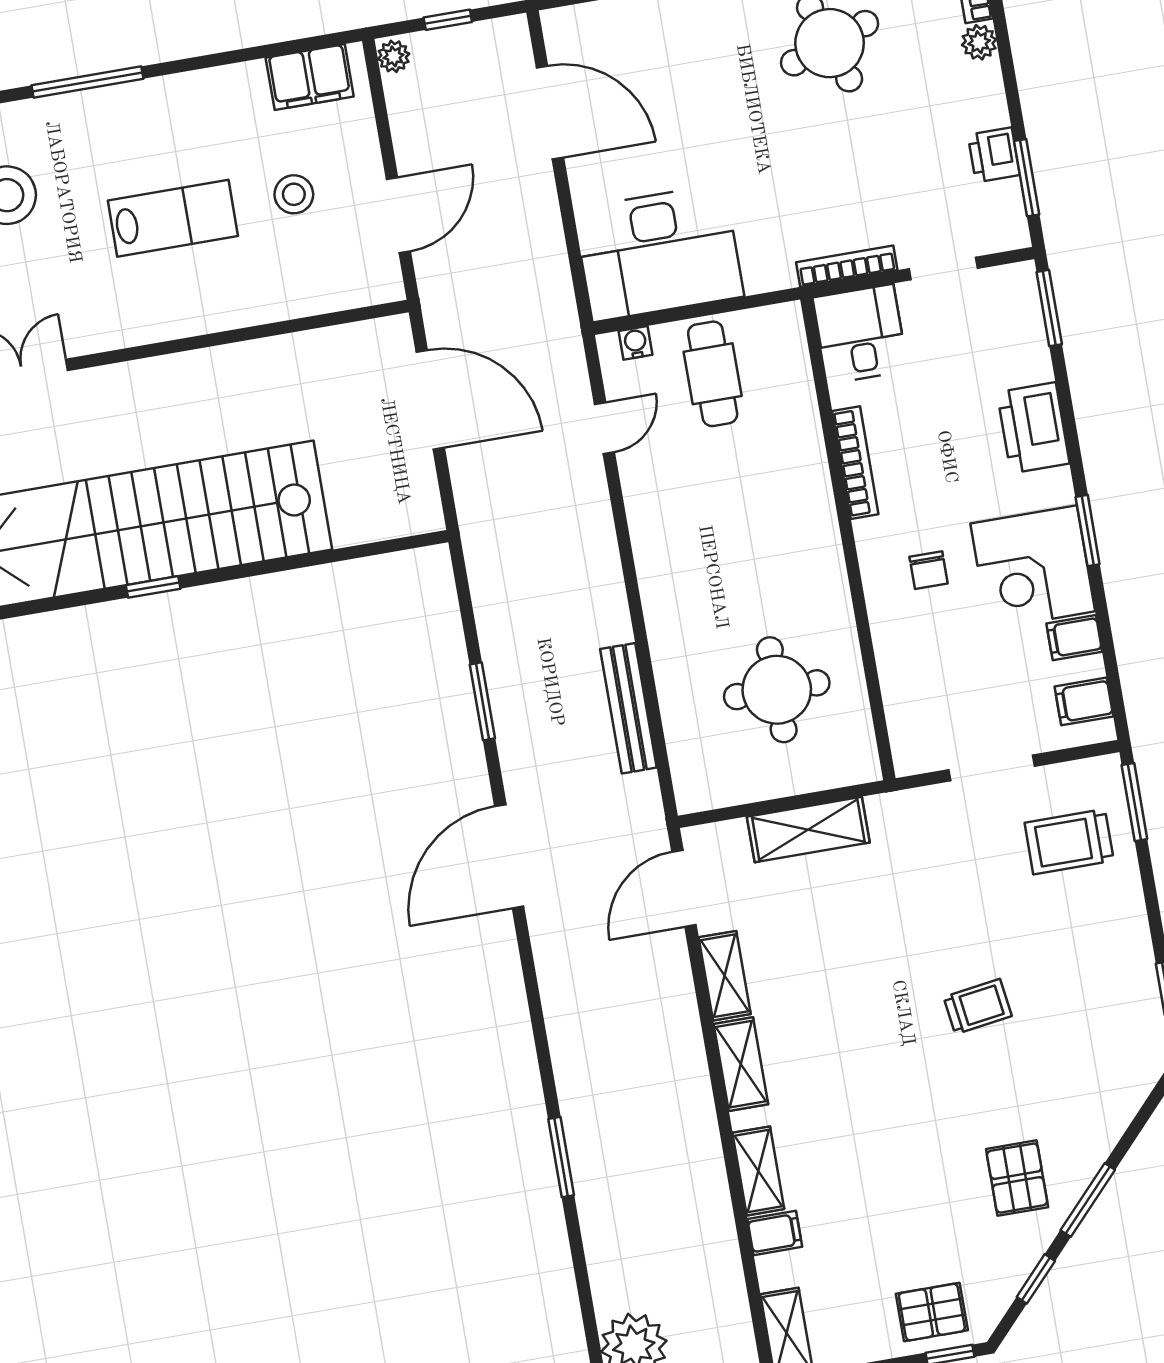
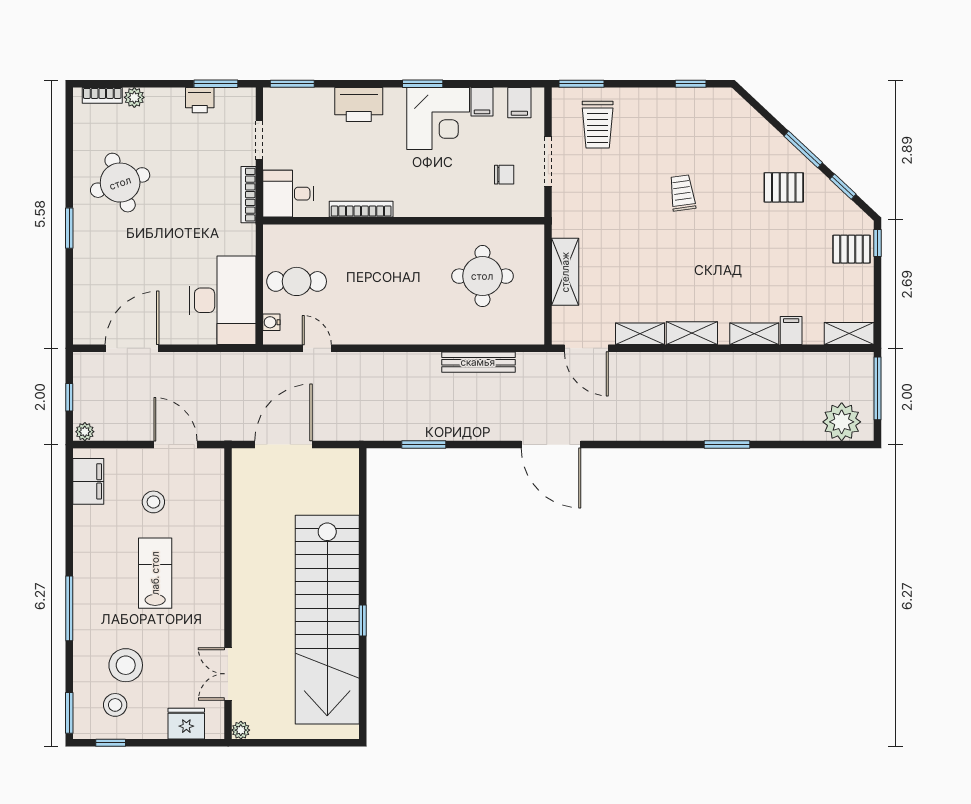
chair: (929, 570) -> (504, 175), moved
window: (482, 701) -> (424, 445), moved
pallet: (932, 1312) -> (852, 249), turned 90

